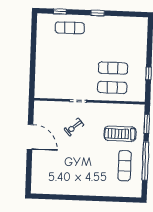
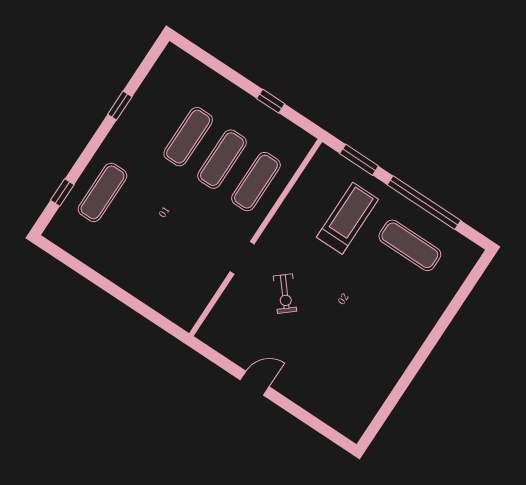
window: (98, 13) -> (120, 106), moved
exercise mat: (114, 49) -> (188, 137), added
treadmill: (120, 134) -> (348, 218), turned 180
door: (30, 137) -> (255, 383), width x0.53

